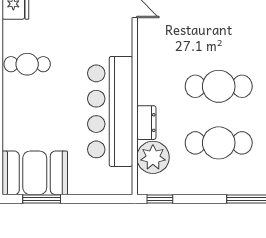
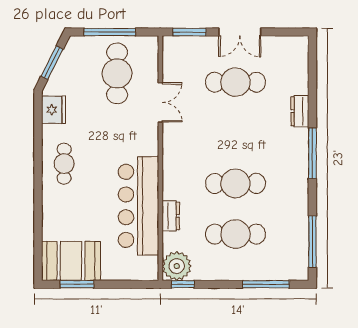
cafe table: (27, 64) -> (64, 164), turned 90
plant: (153, 157) -> (177, 266), moved

